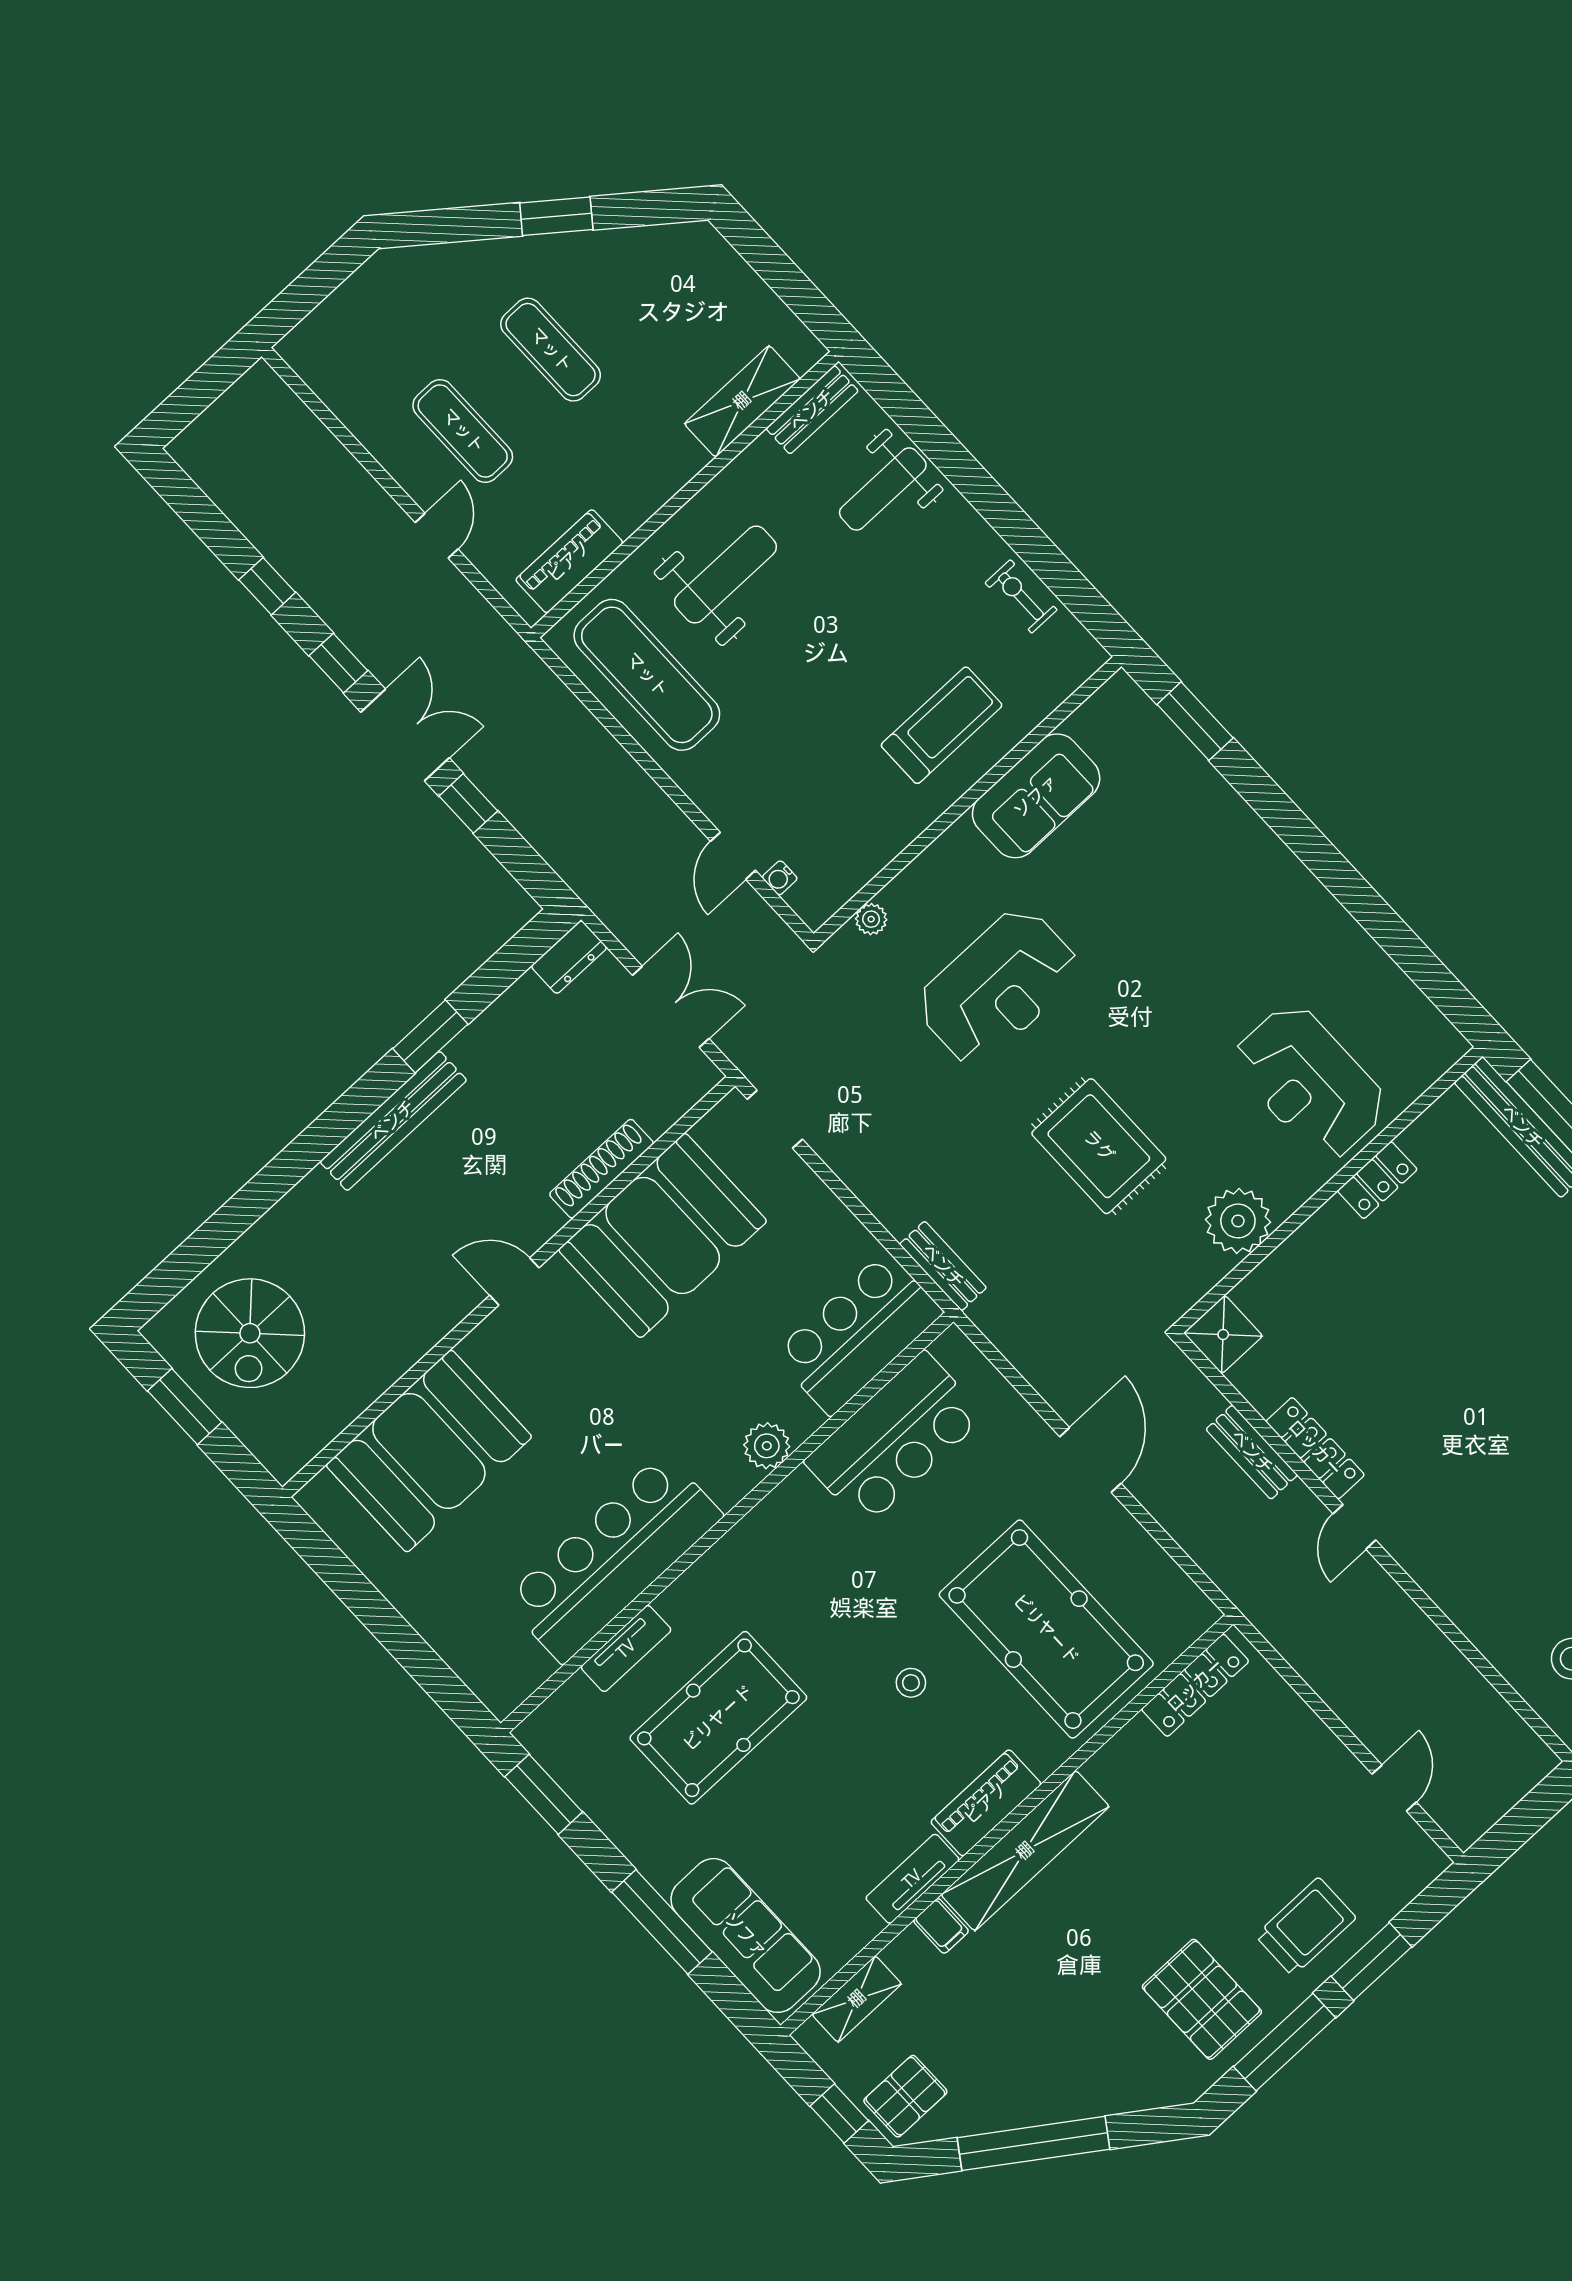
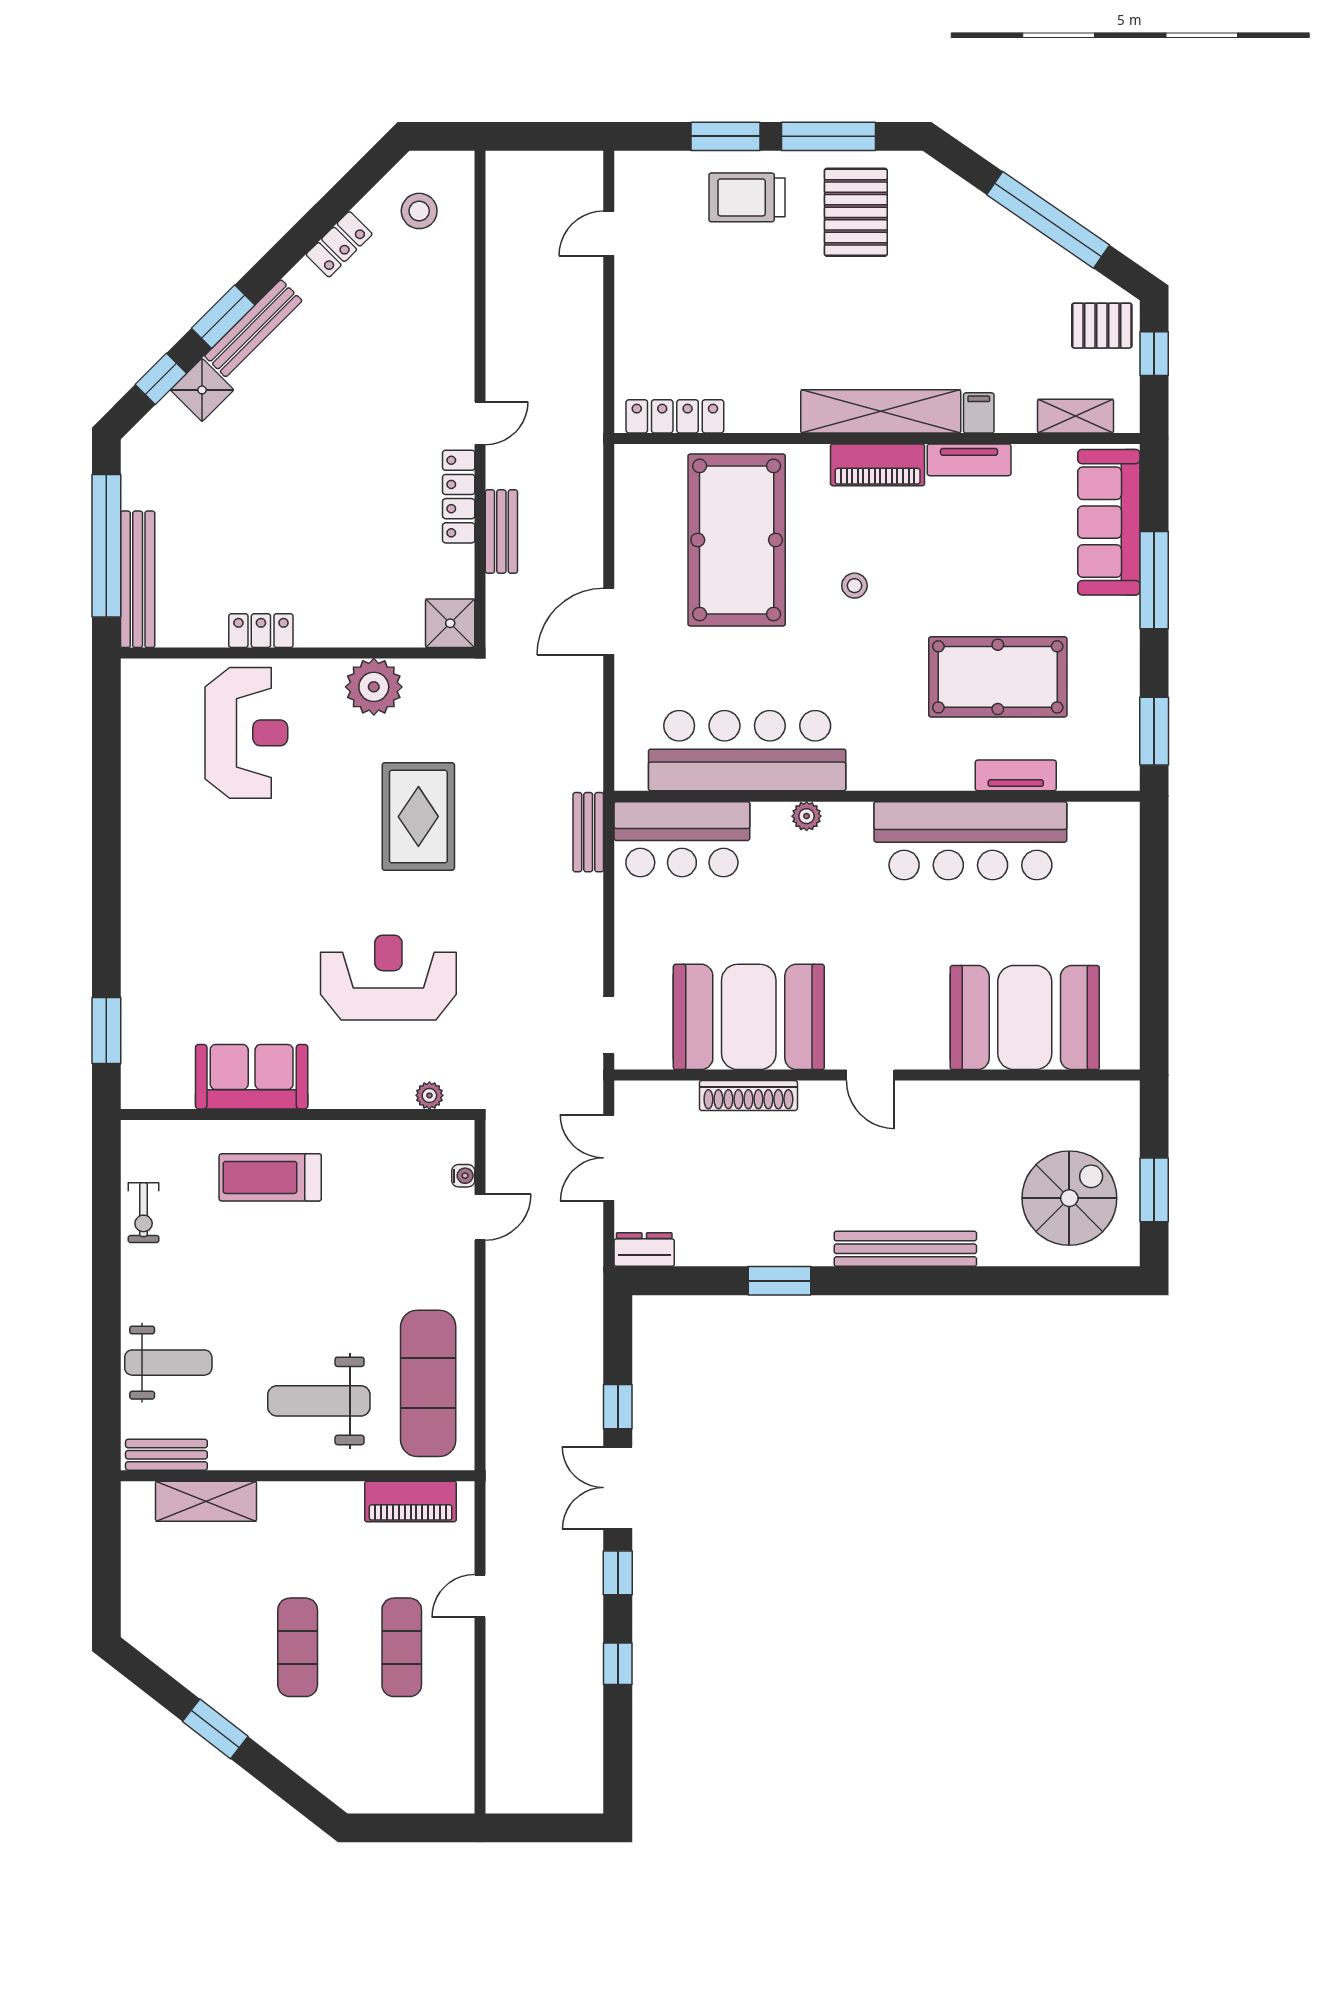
bench: (393, 1121) -> (905, 1249), moved
bar counter: (895, 1439) -> (747, 751), width x1.36
plant: (767, 1446) -> (807, 816), width x0.73, depth x0.73

